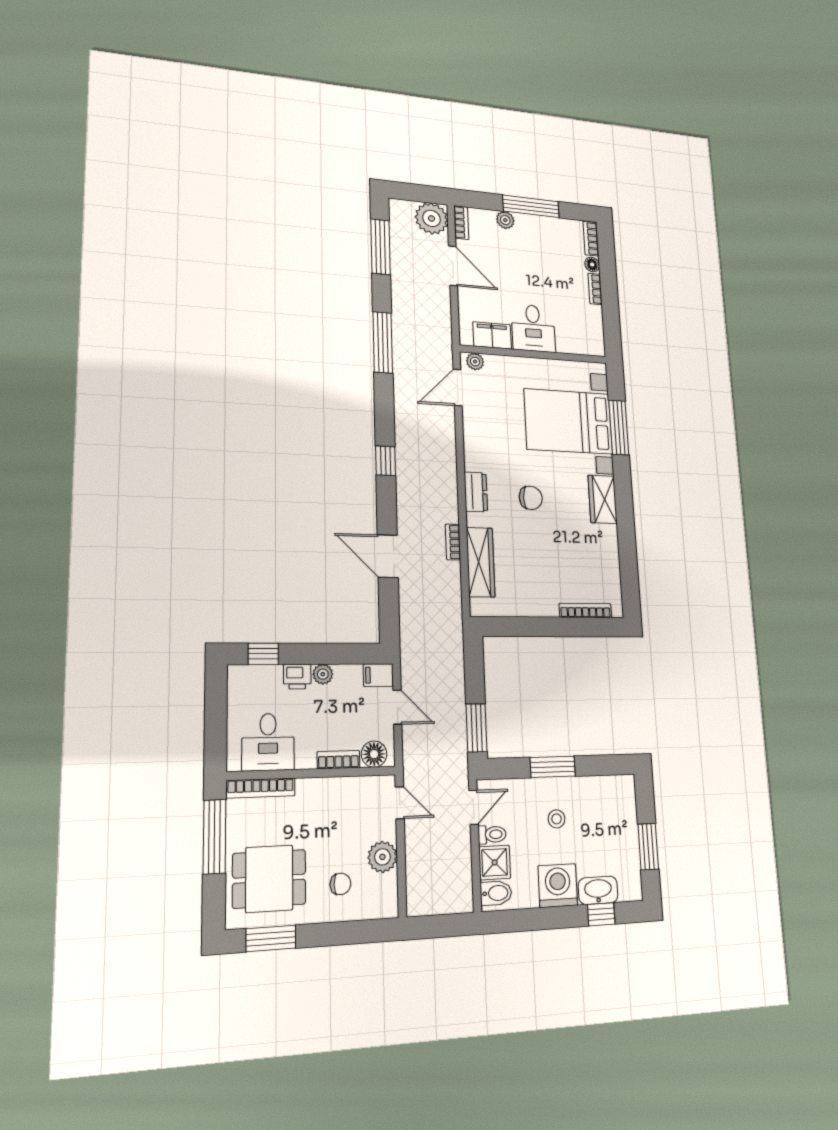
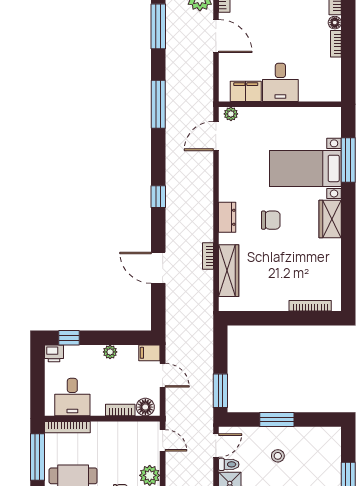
bed with nightstands: (568, 421) -> (305, 168), width x0.73
printer: (297, 677) -> (54, 353), moved

